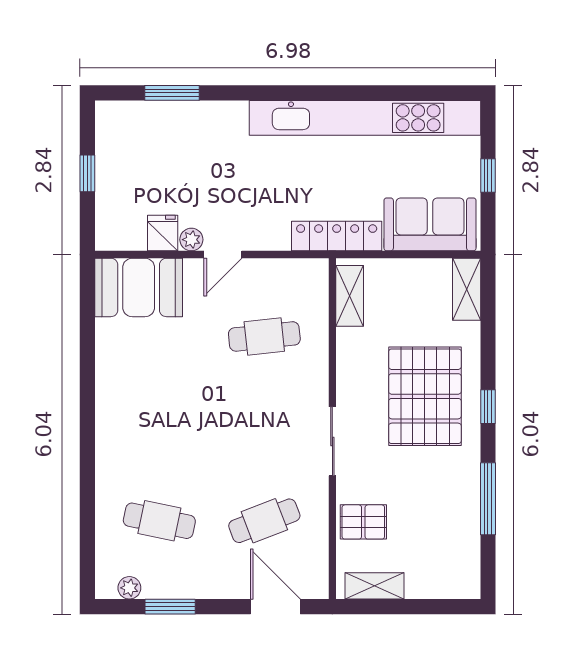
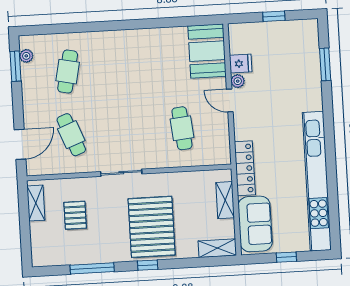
shelving: (350, 296) -> (225, 200), moved, turned 90
pallet: (425, 396) -> (152, 227), turned 90
pallet: (363, 522) -> (75, 215), moved
window: (170, 607) -> (16, 66), moved

